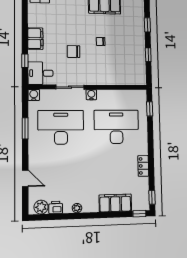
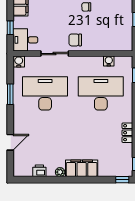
chair: (74, 52) -> (75, 40), moved
water cooler: (91, 95) -> (109, 61), moved
door: (25, 178) -> (10, 142), hinge flipped
filing cabinet: (115, 203) -> (82, 168), moved
plant: (41, 207) -> (25, 170), removed

